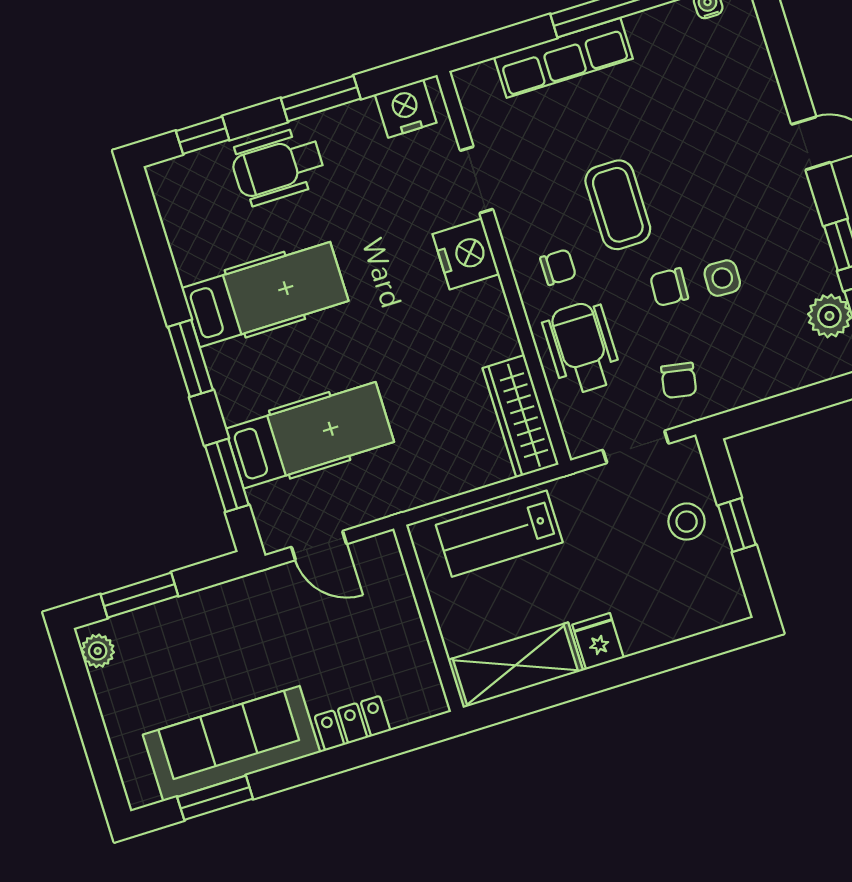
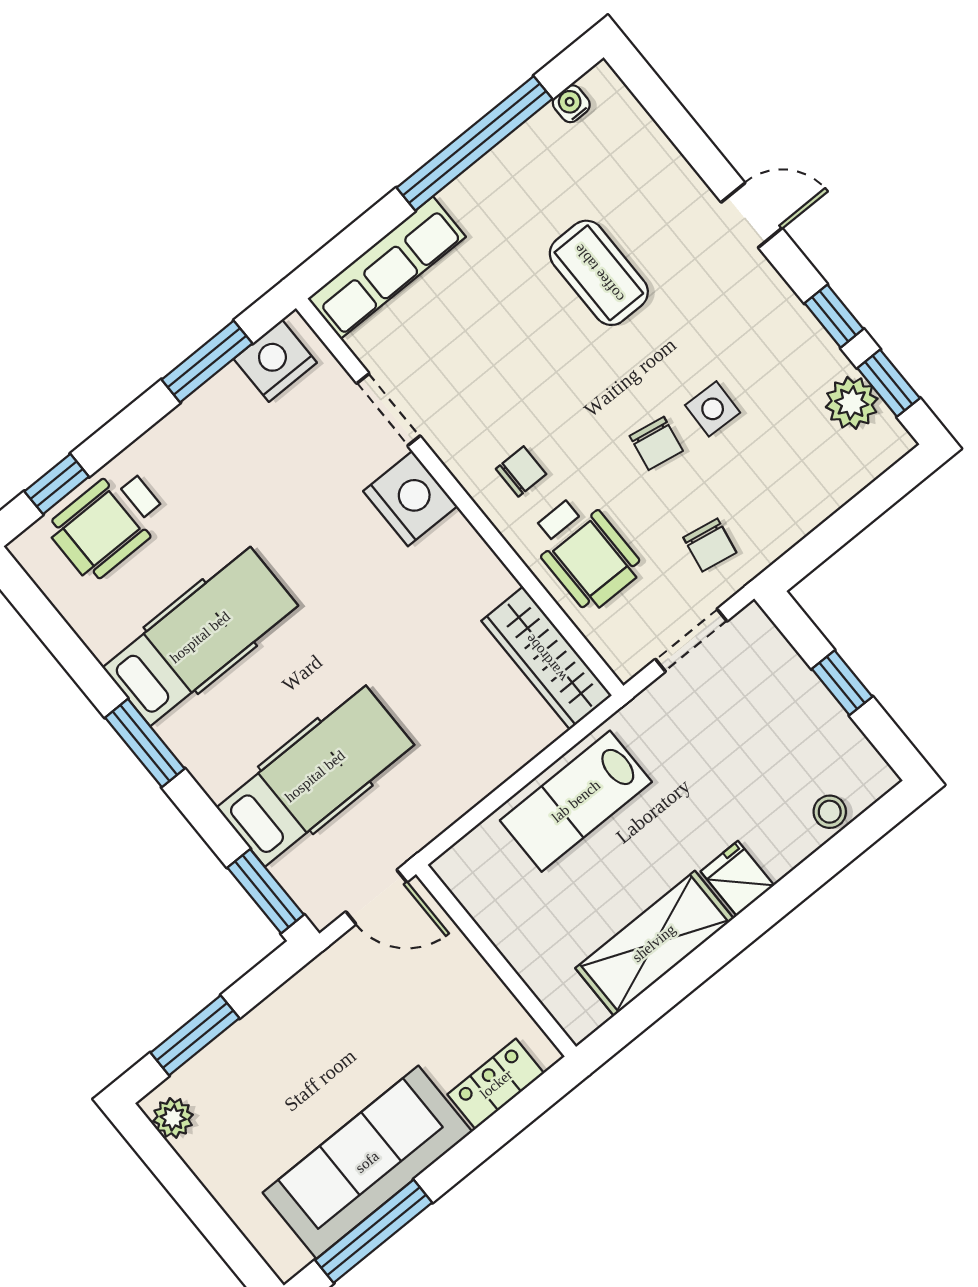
row of seats: (563, 58) -> (387, 268), moved
window: (321, 99) -> (207, 361), moved
wheelchair: (278, 166) -> (108, 523), moved
coffee table: (618, 205) -> (599, 273), moved
chair: (669, 287) -> (656, 443), turned -83
wheelchair: (582, 348) -> (585, 552), turned 180
window: (227, 475) -> (266, 891), moved
stool: (687, 522) -> (830, 812), moved, width x0.73, depth x0.73
wall: (429, 618) -> (496, 961), moved
window: (215, 798) -> (374, 1231), width x1.44

